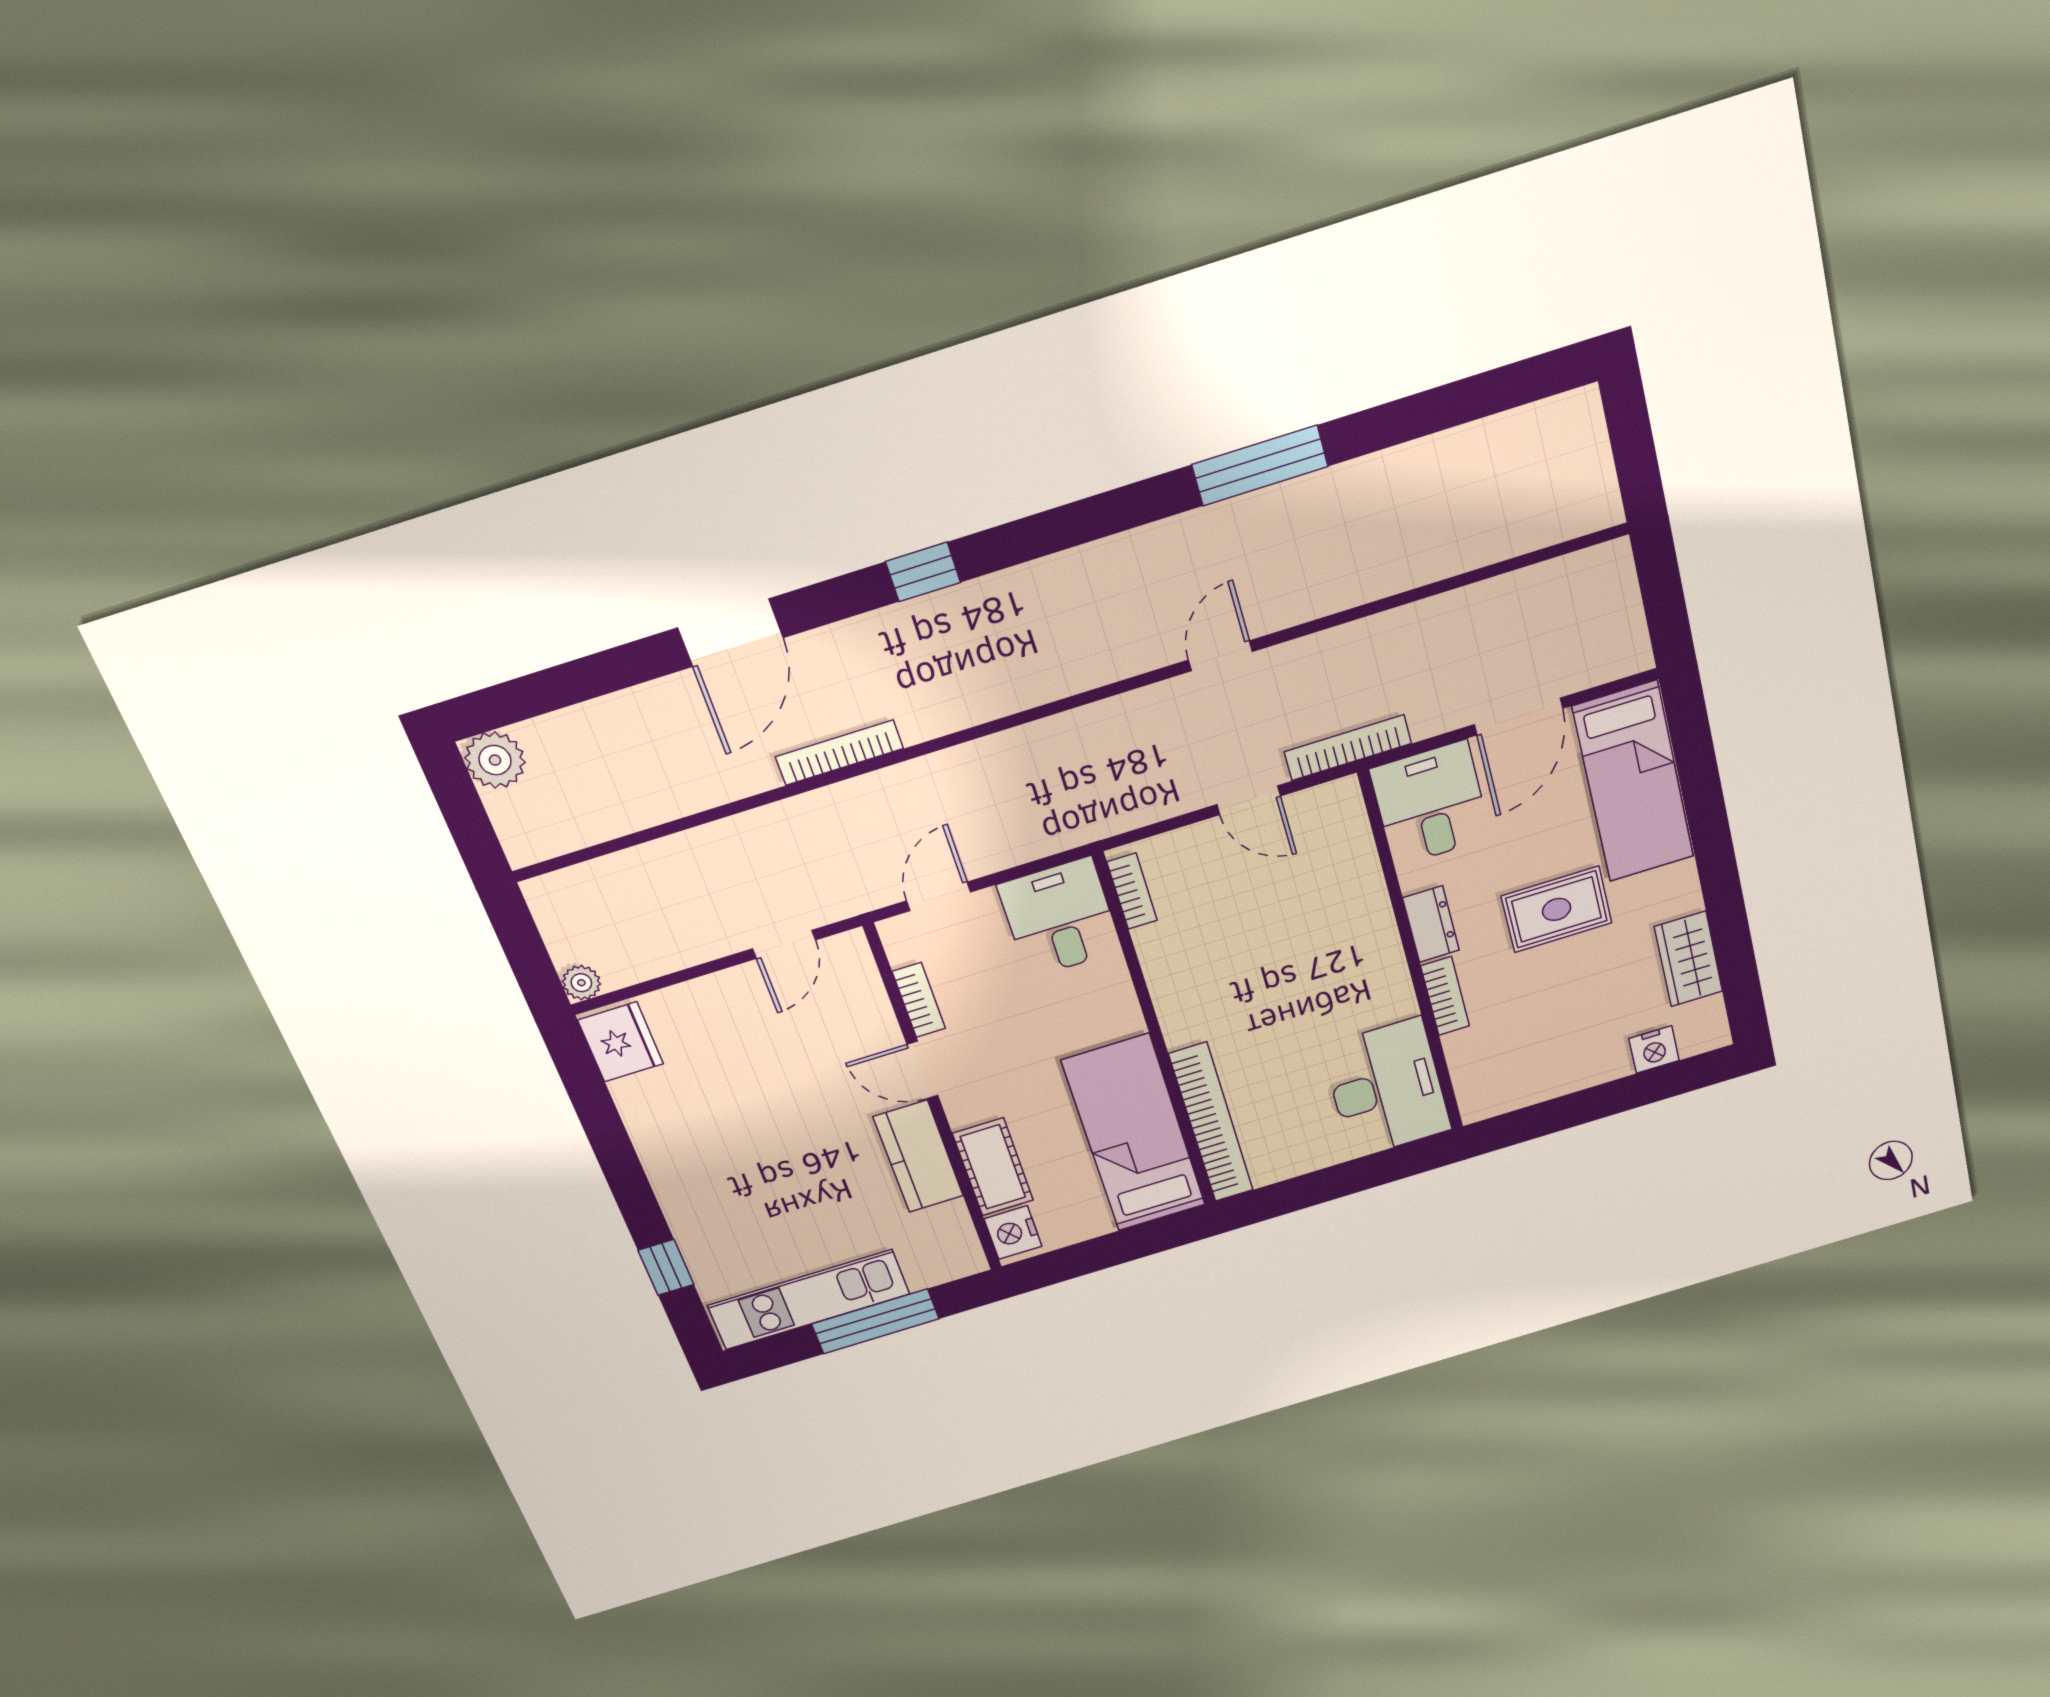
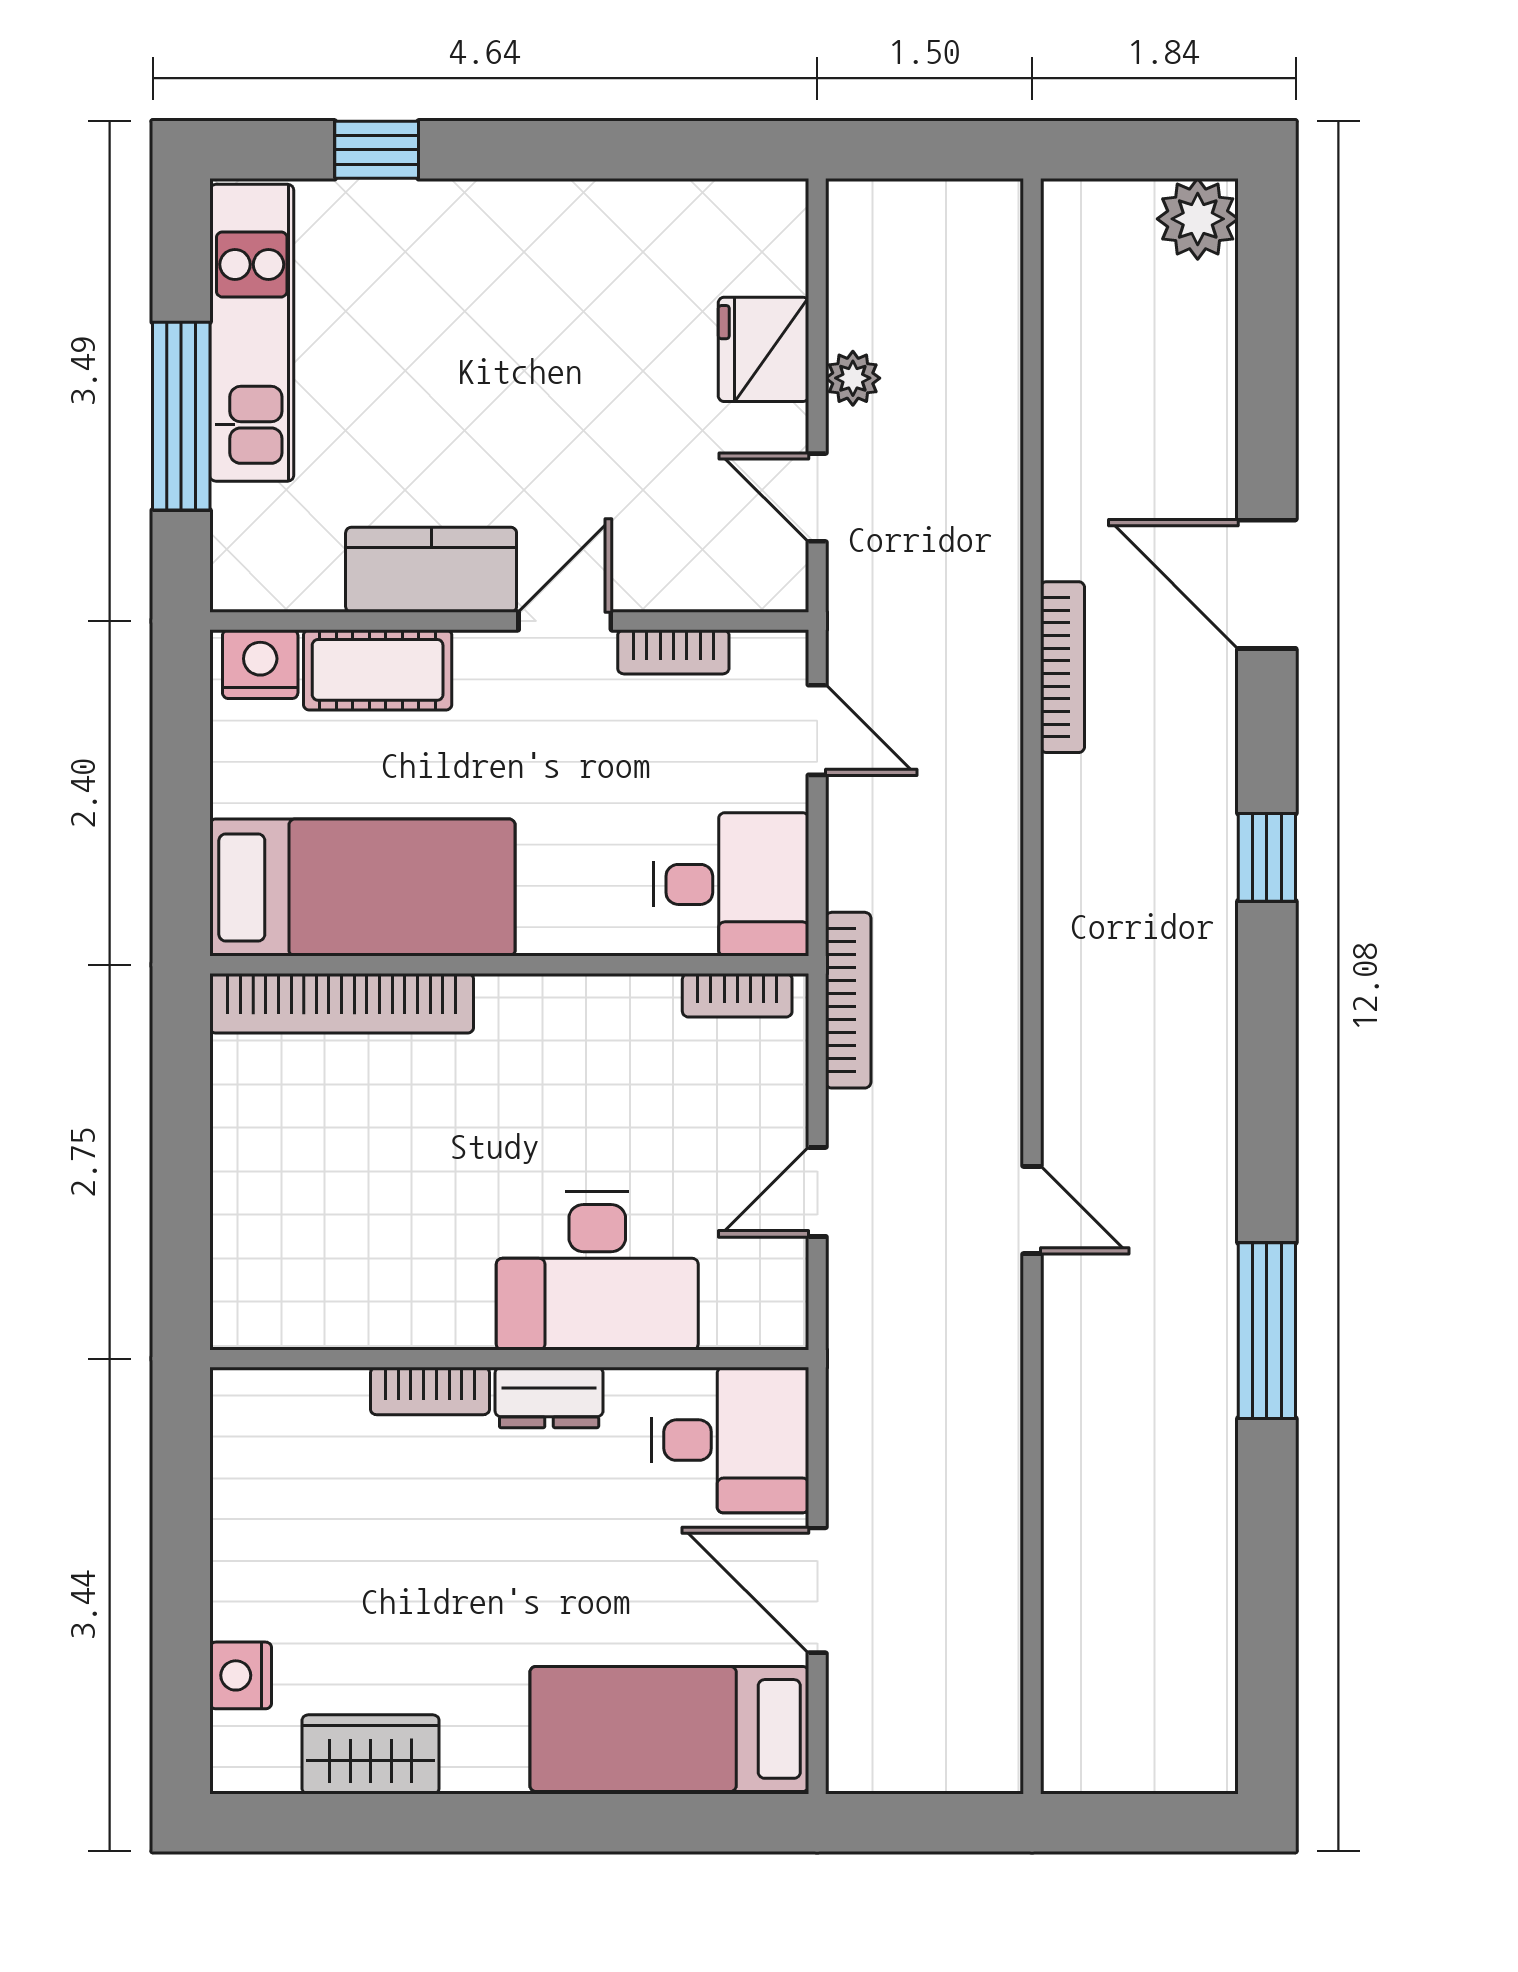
bookcase: (1348, 748) -> (848, 1000), moved
rug: (1557, 909) -> (512, 1581), removed
plant: (581, 983) -> (853, 378), moved
fridge: (621, 1042) -> (763, 349), moved, turned 90
desk: (1386, 1088) -> (597, 1271), moved

